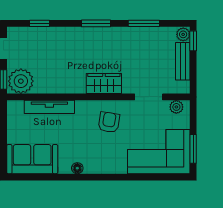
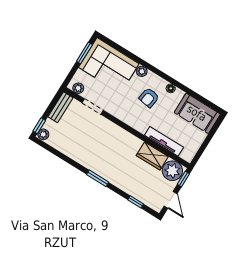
window: (144, 23) -> (65, 158), removed
bench: (183, 61) -> (61, 107), moved
wardrobe: (104, 84) -> (152, 156), moved
armchair: (109, 122) -> (149, 98), moved
plant: (120, 167) -> (142, 71), added

